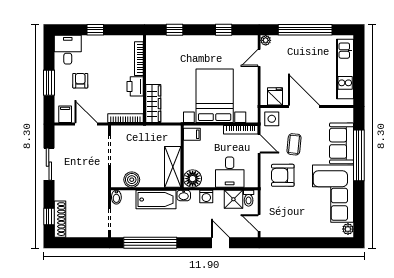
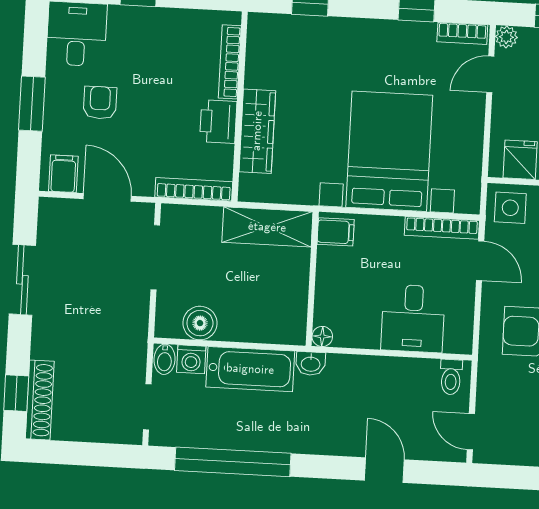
bookcase: (245, 40) -> (462, 33), added
wardrobe: (153, 104) -> (257, 131), moved
shelving: (173, 167) -> (267, 227), moved, turned 90
floor lamp: (193, 179) -> (322, 336), width x0.53, depth x0.53
washing machine: (206, 197) -> (191, 359), moved
shower: (233, 199) -> (418, 378), removed

